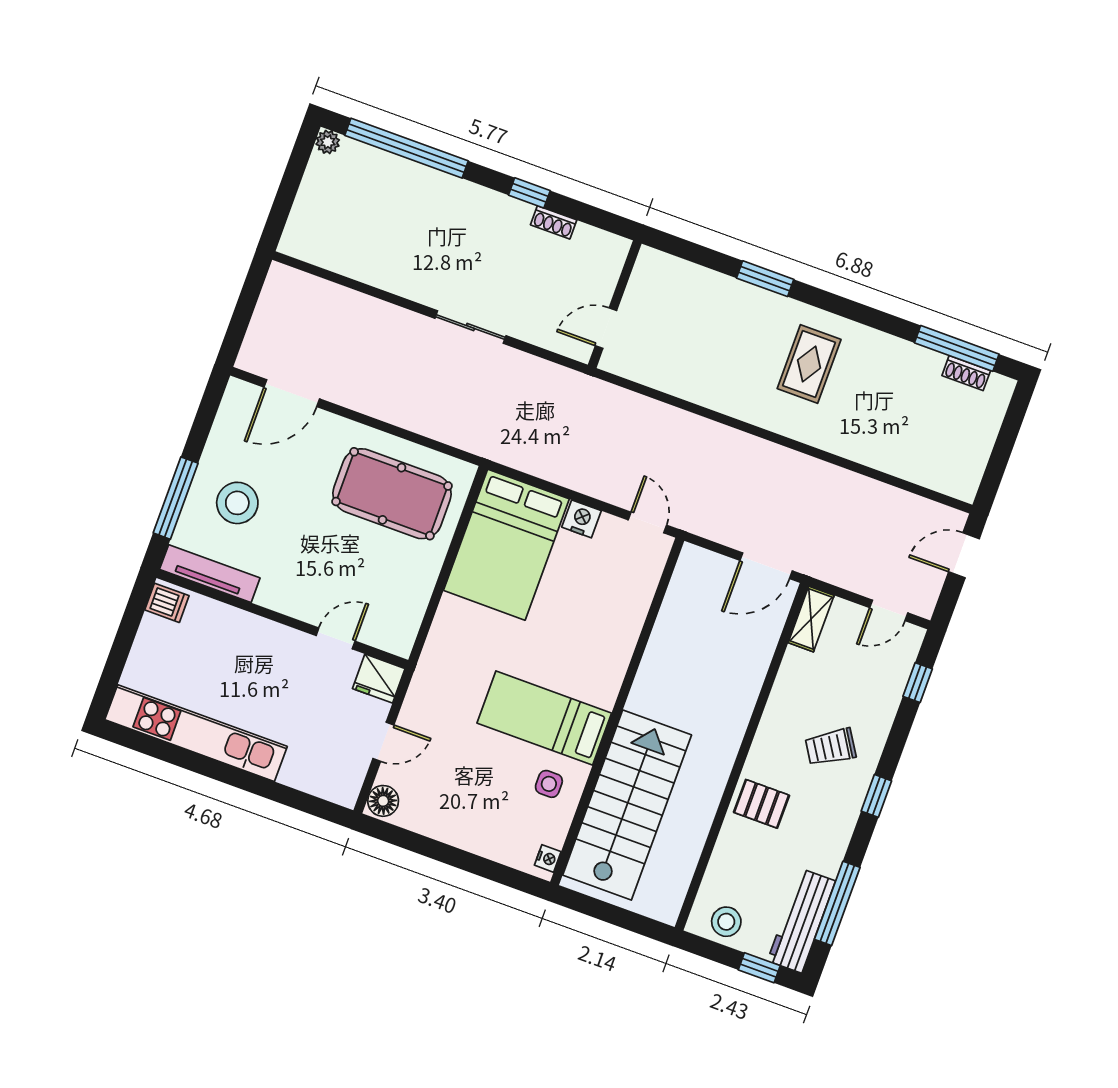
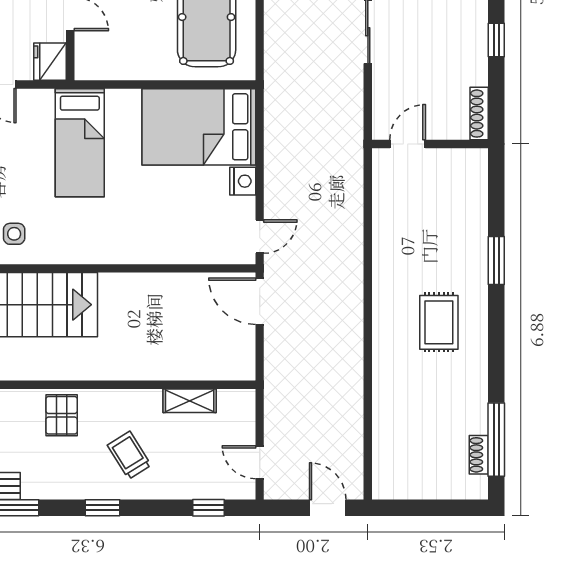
shoe rack: (554, 222) -> (479, 114), moved, width x1.43
door: (606, 328) -> (408, 144), hinge flipped
rug: (809, 364) -> (439, 322), turned 90
door: (766, 566) -> (260, 301), moved
shelving: (811, 619) -> (190, 401), moved
bed: (544, 718) -> (80, 143), moved, turned 180

